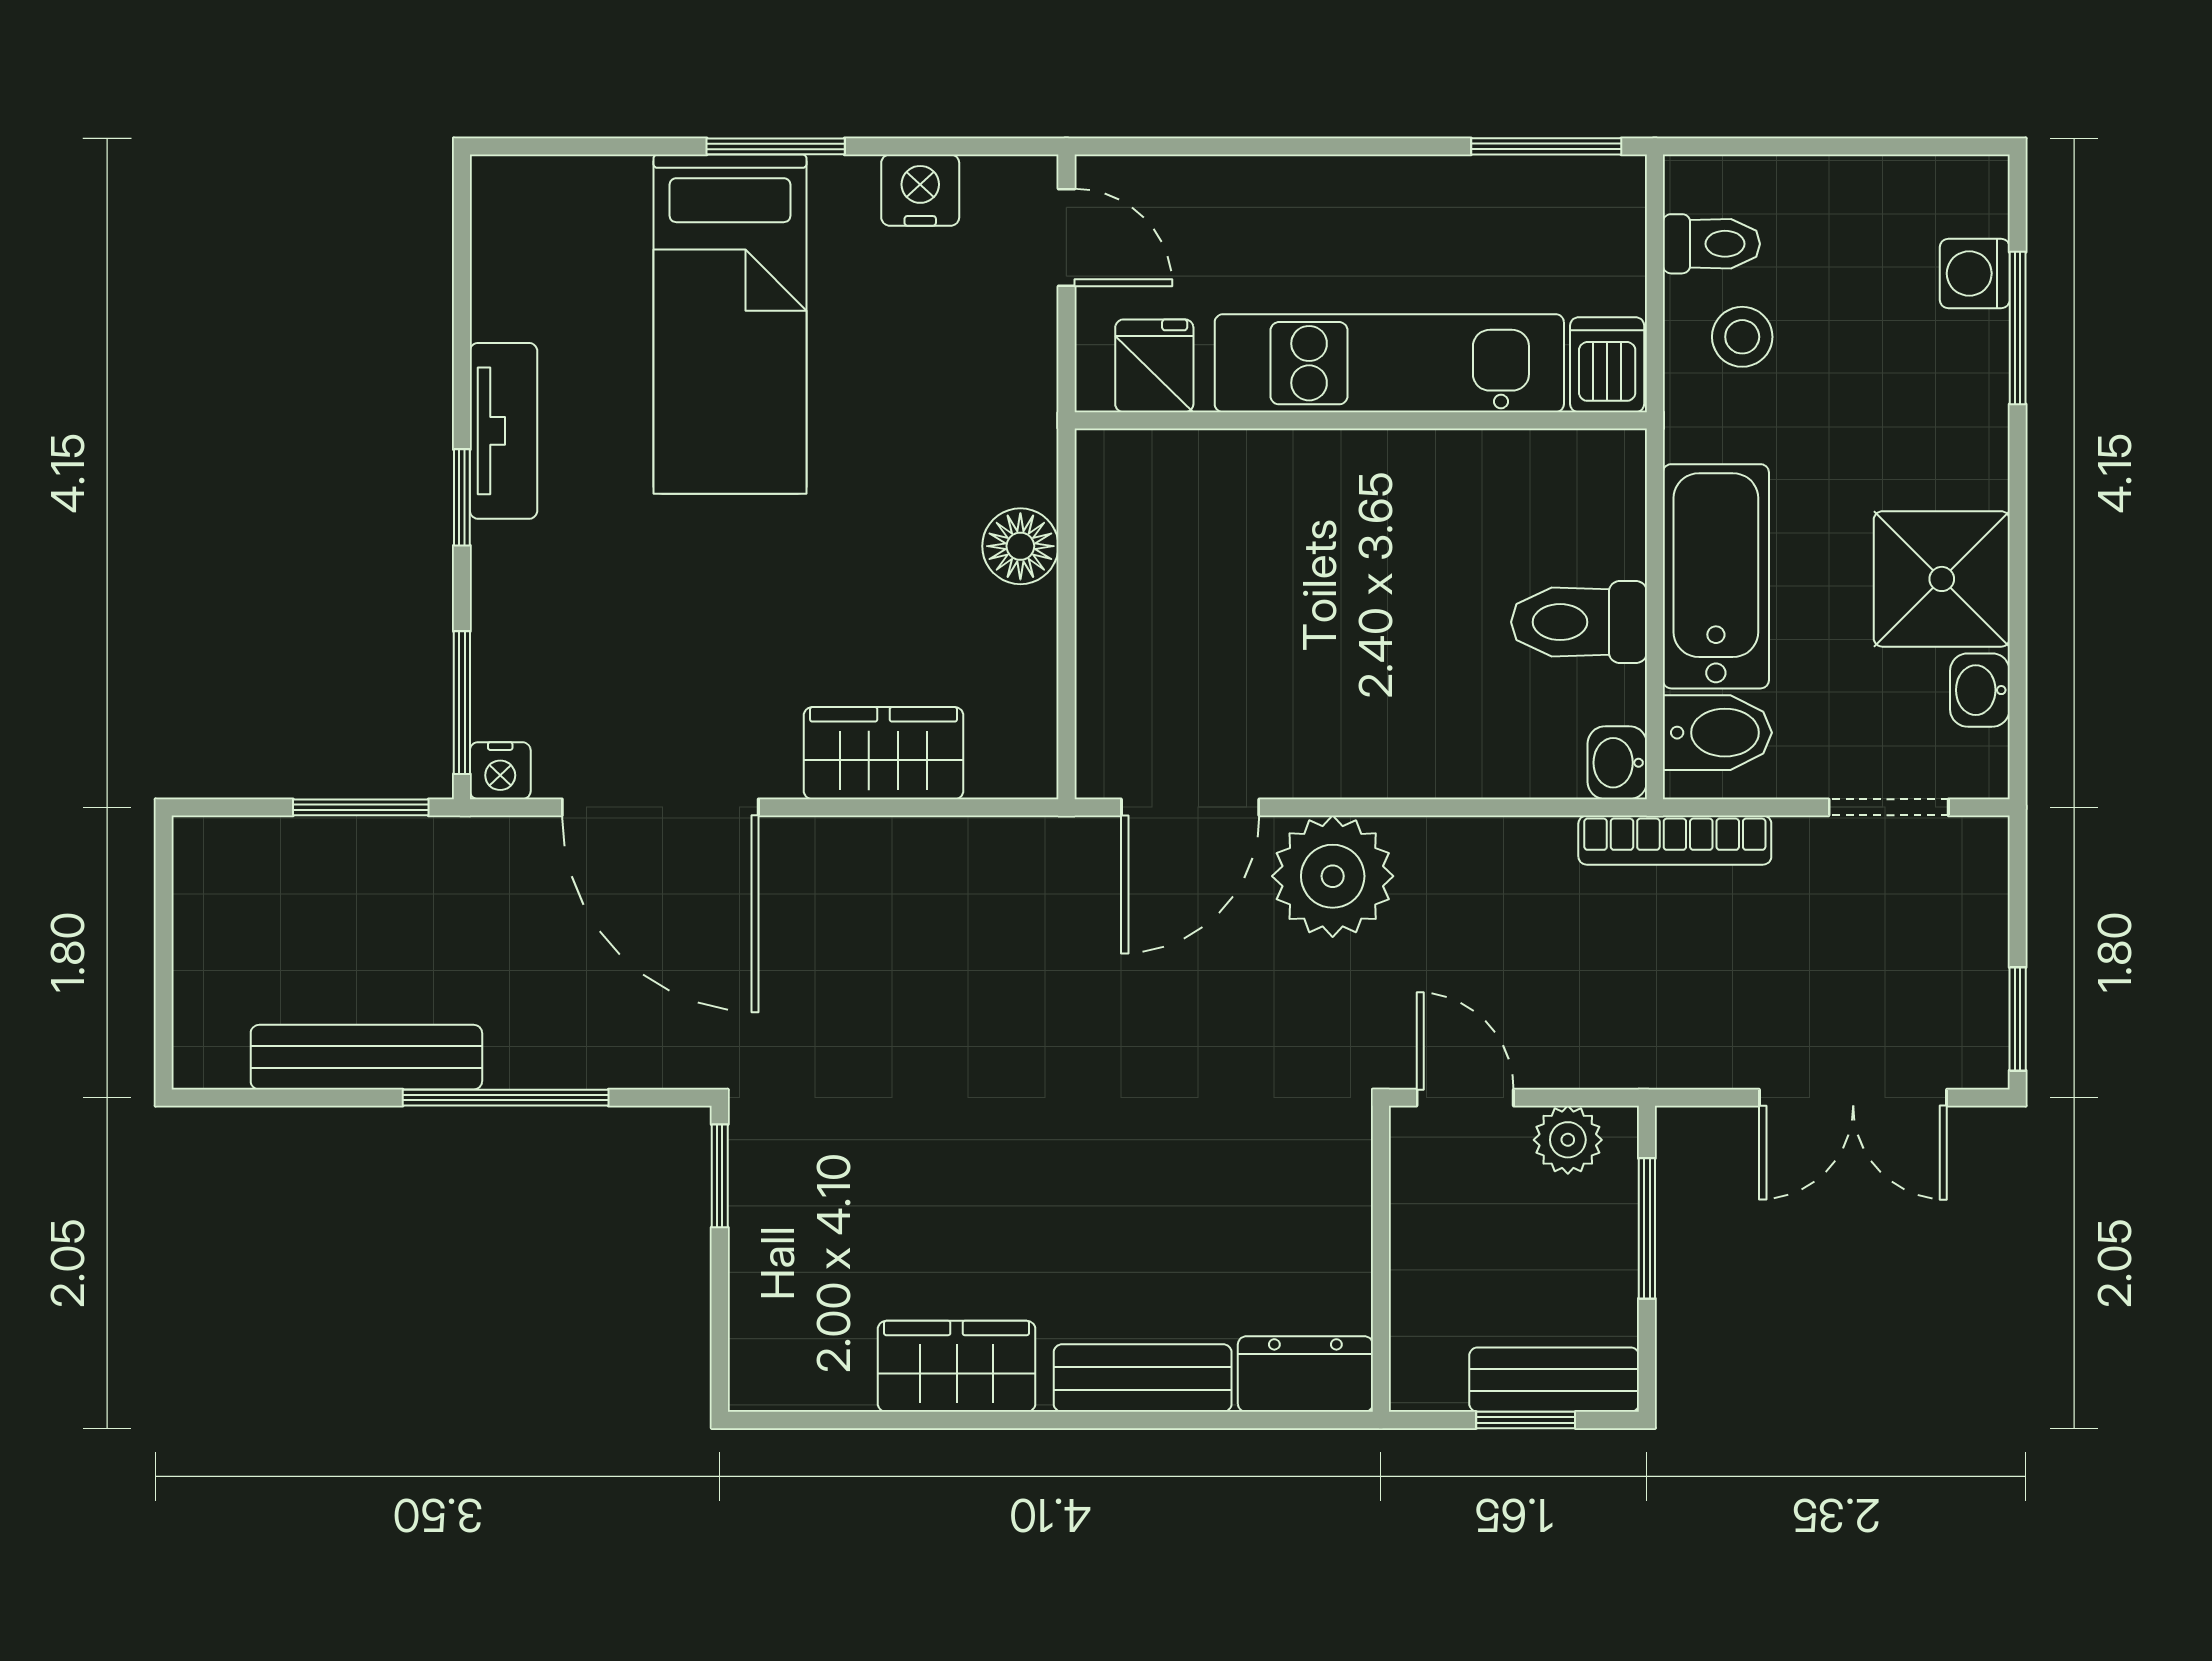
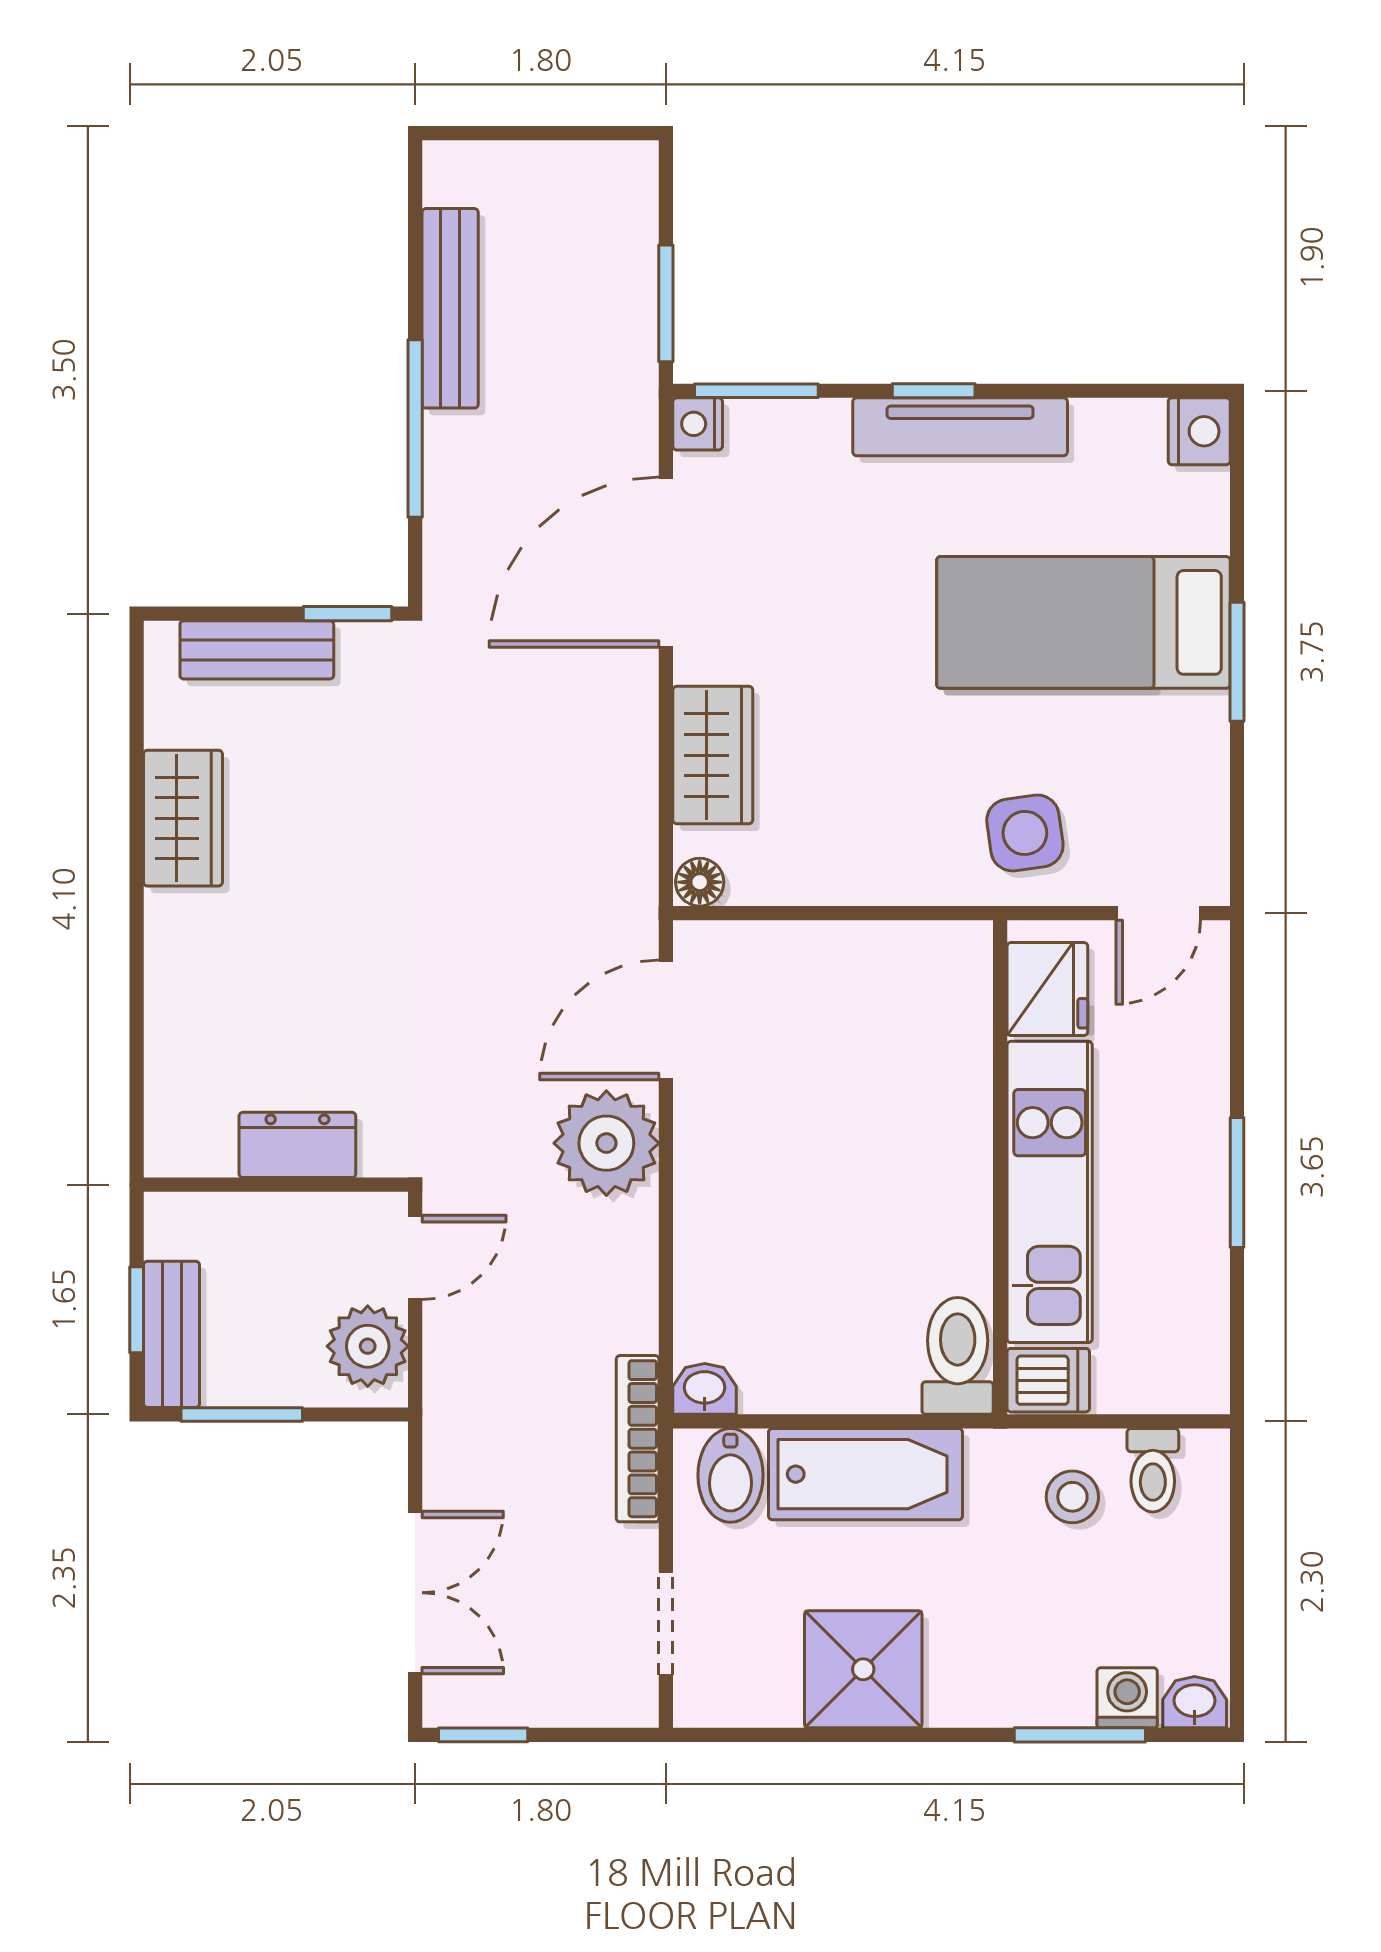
window: (1546, 146) -> (1237, 1182), moved
nightstand: (920, 190) -> (1199, 431), moved
fridge: (1154, 366) -> (1047, 989), width x1.38
side table: (974, 392) -> (1025, 833), added
tv unit: (504, 431) -> (960, 427), width x1.41
floor lamp: (1020, 546) -> (700, 882), moved, width x0.73, depth x0.73
toilet: (1579, 622) -> (958, 1356), moved
washbasin: (1980, 690) -> (1195, 1702), moved
door: (1190, 807) -> (666, 1020), hinge flipped
double door: (1853, 1098) -> (415, 1593), swing flipped
plant: (1568, 1140) -> (368, 1346), width x1.38, depth x1.38
window: (1647, 1228) -> (242, 1414), moved
dresser: (1305, 1374) -> (297, 1145), moved, turned -90
bench: (1143, 1378) -> (257, 650), moved, turned 90

